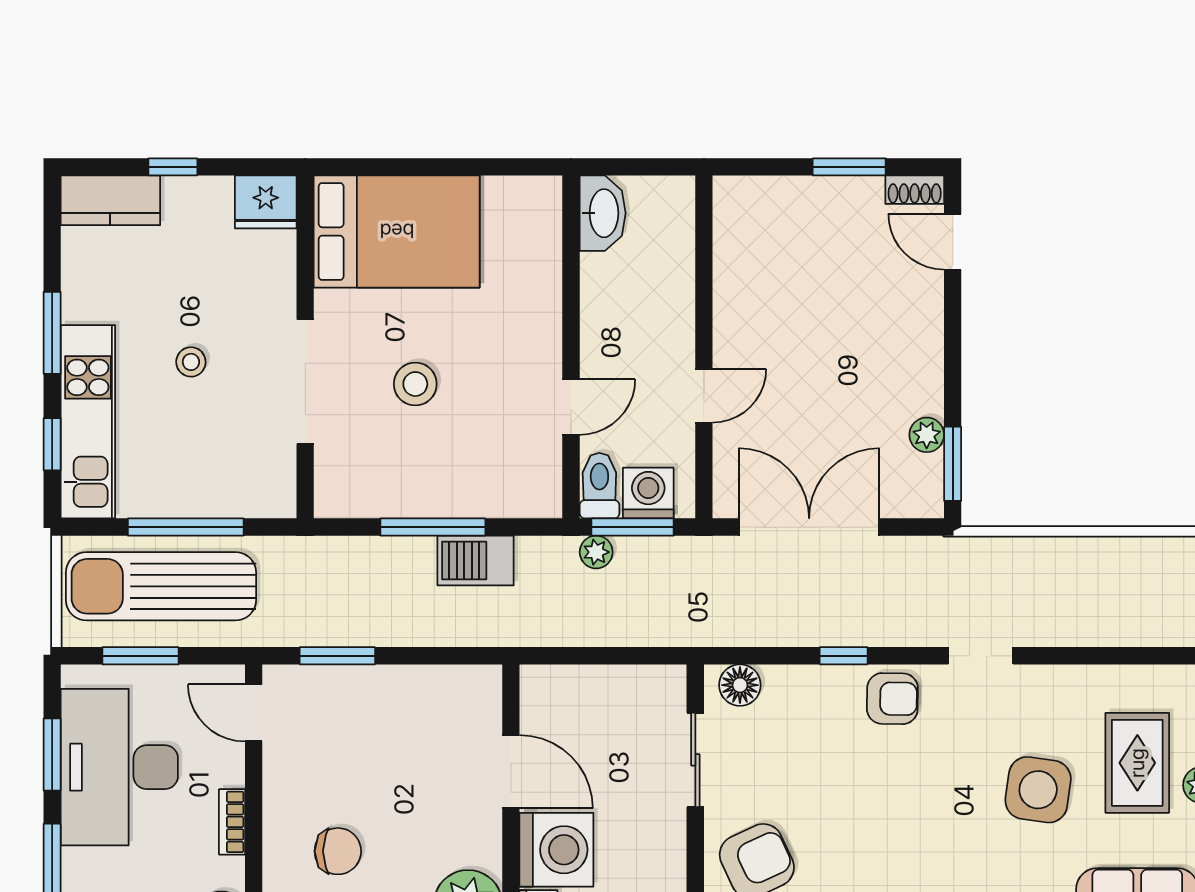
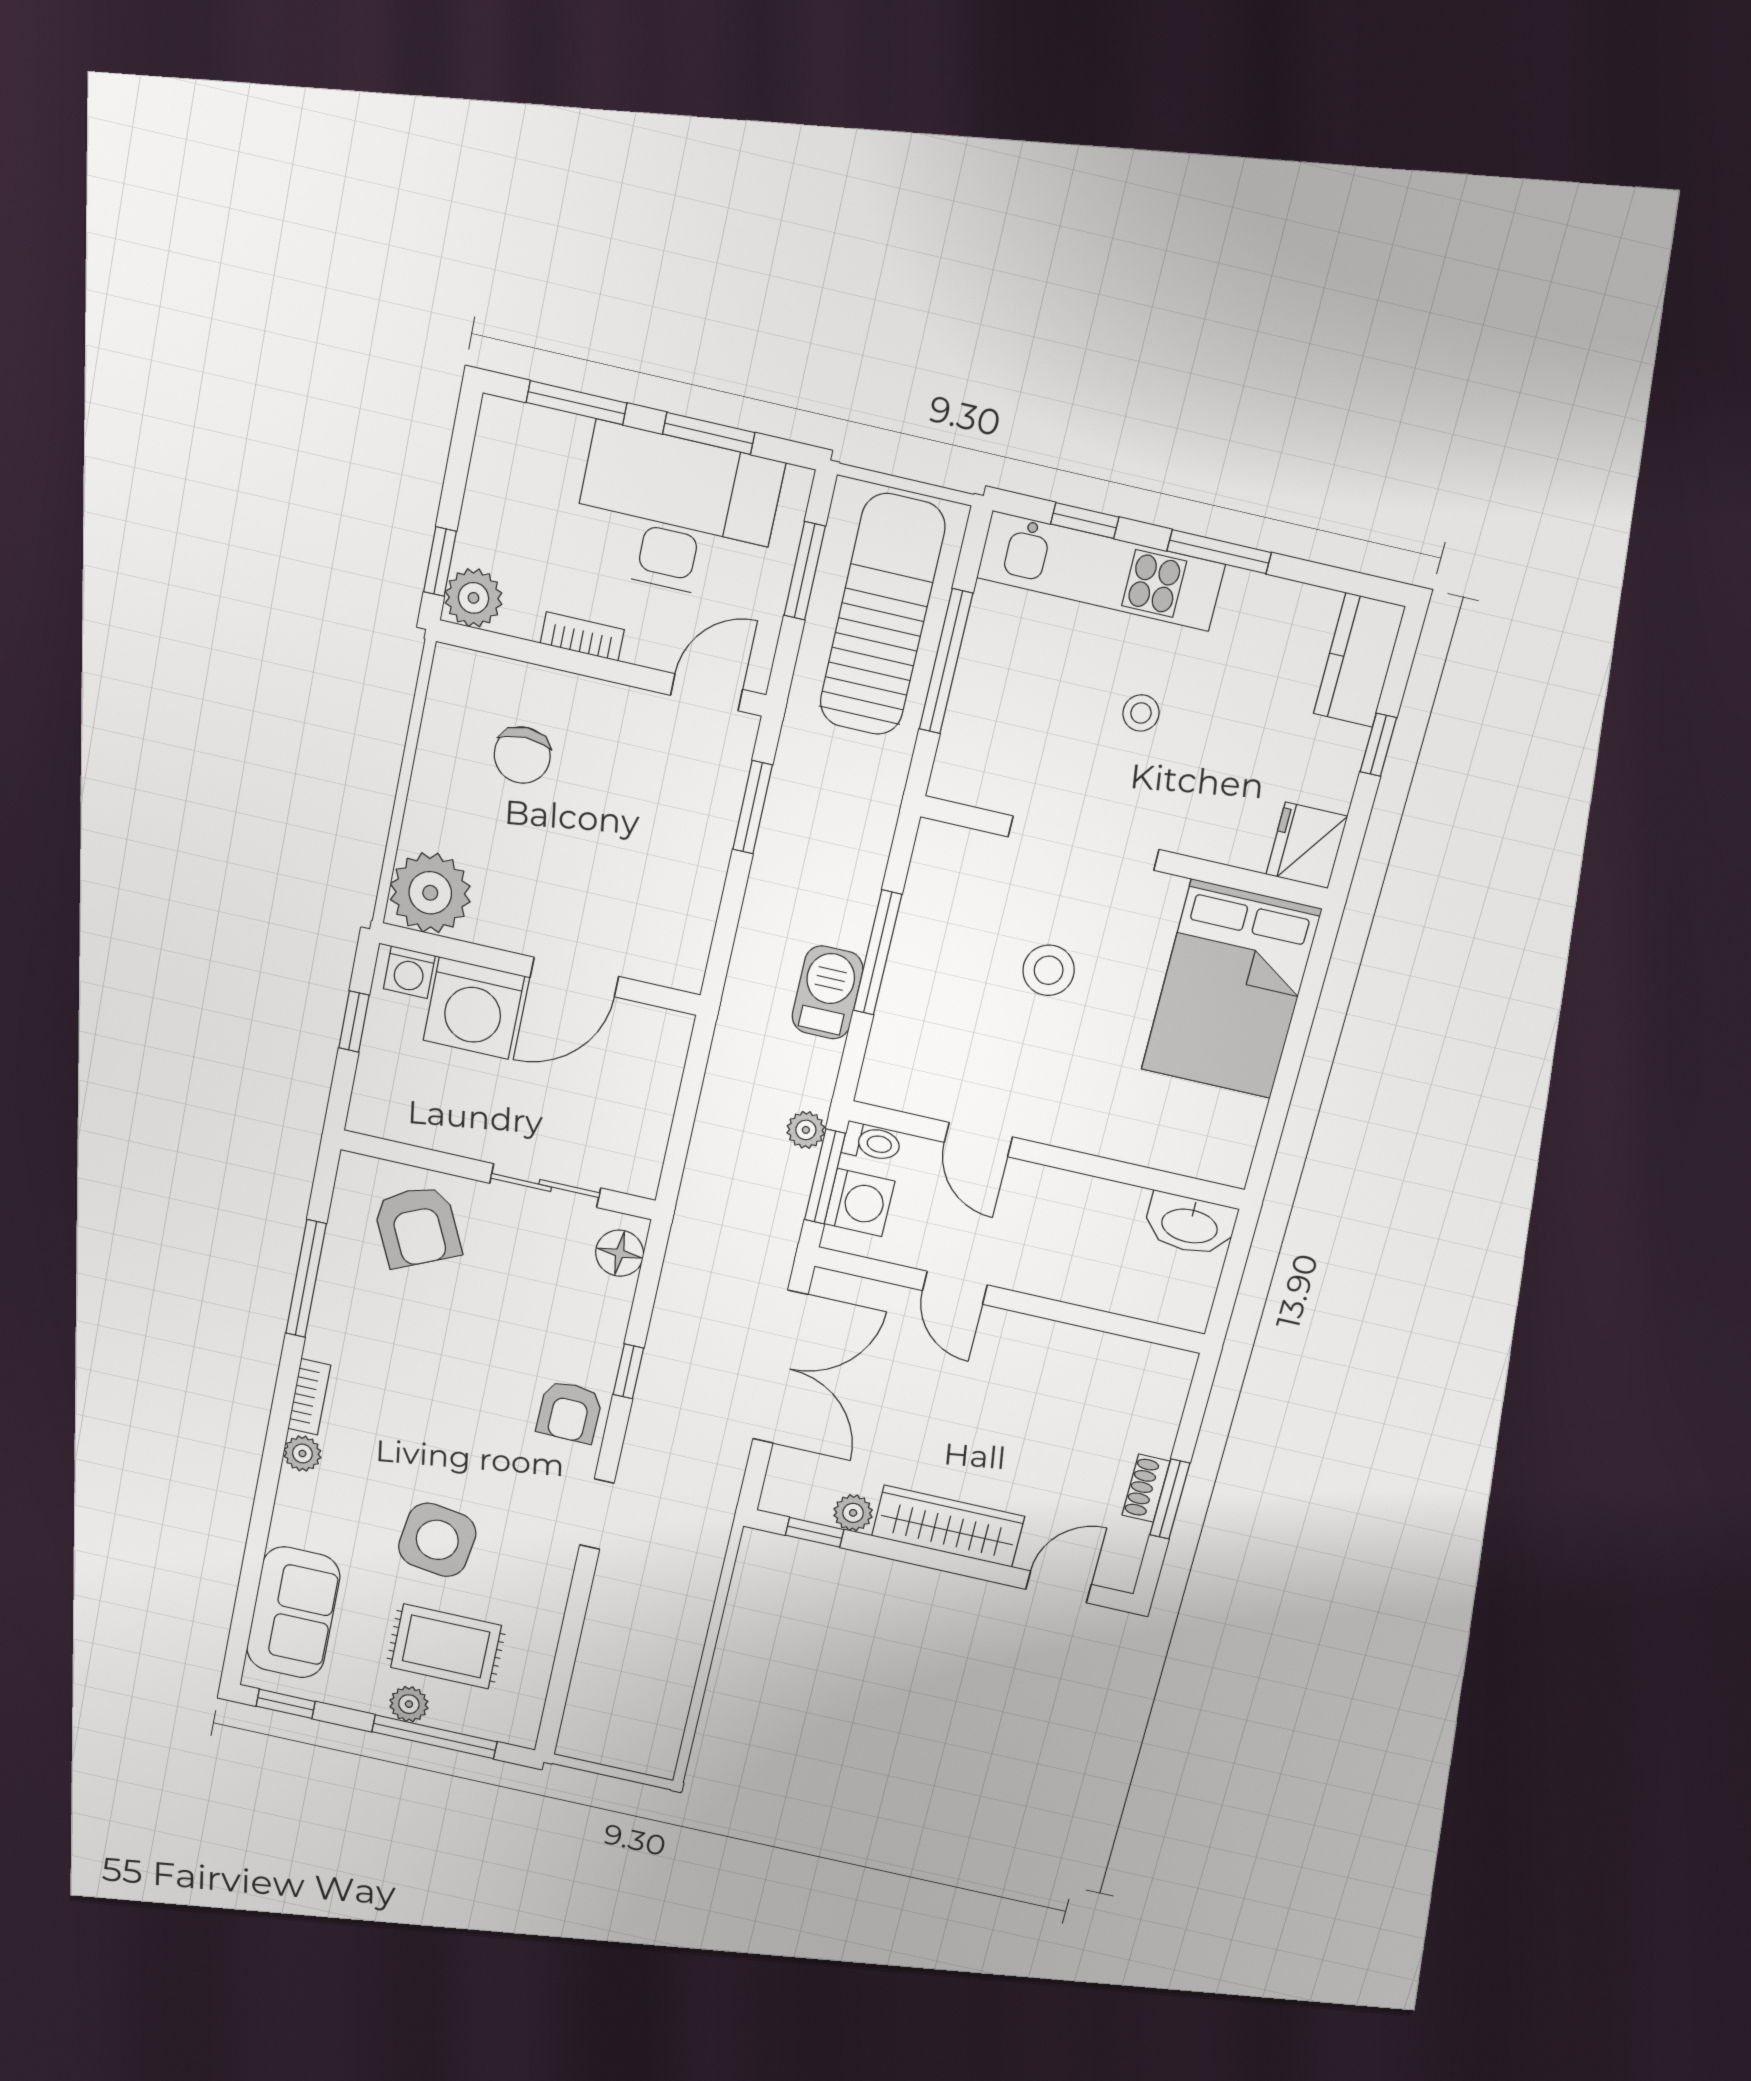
shoe rack: (915, 190) -> (1146, 1488), moved
wardrobe: (919, 350) -> (948, 1526), added
window: (953, 464) -> (815, 1532), width x0.67
toilet: (599, 486) -> (872, 1142), width x0.73, depth x0.72

